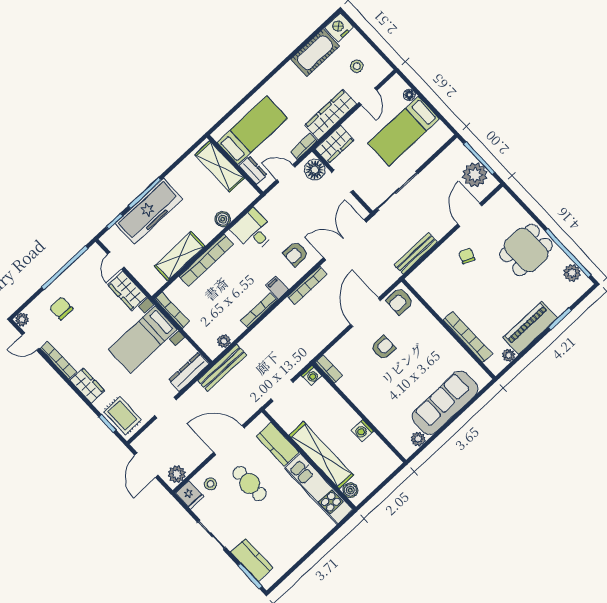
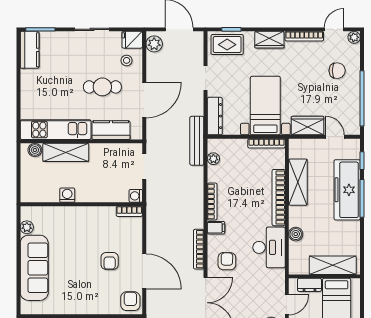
desk: (253, 231) -> (269, 247), width x1.37
shelving: (321, 455) -> (66, 152), width x0.68
kitchen counter: (252, 560) -> (30, 50), moved, turned -90

